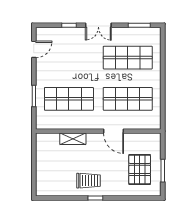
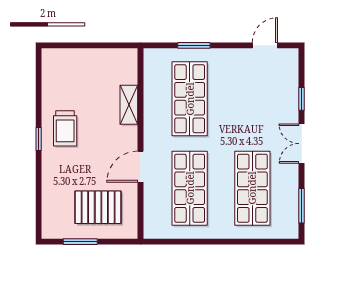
door: (34, 49) -> (265, 45), swing flipped
pallet: (140, 169) -> (98, 207), moved

